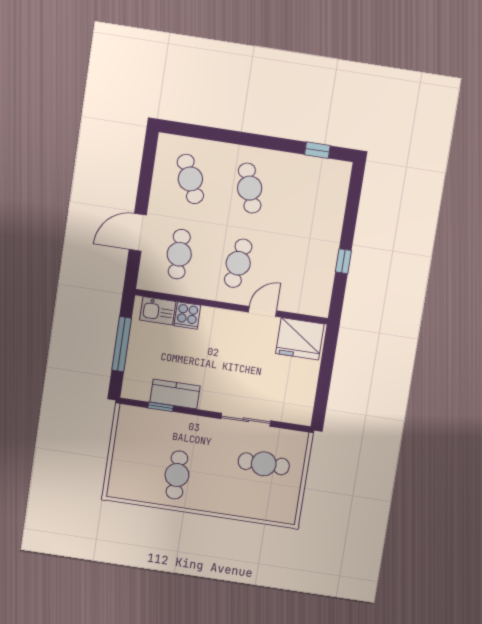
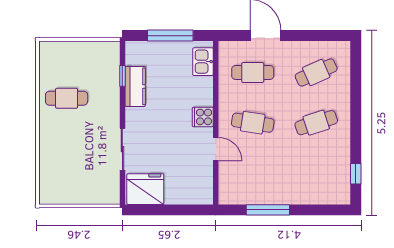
window: (343, 261) -> (268, 210), width x2.17
cooker: (187, 316) -> (203, 117), moved
fridge: (300, 339) -> (145, 189), moved, turned 90
cafe table: (264, 464) -> (87, 170), removed

